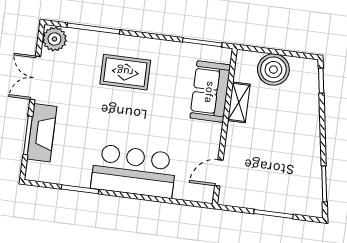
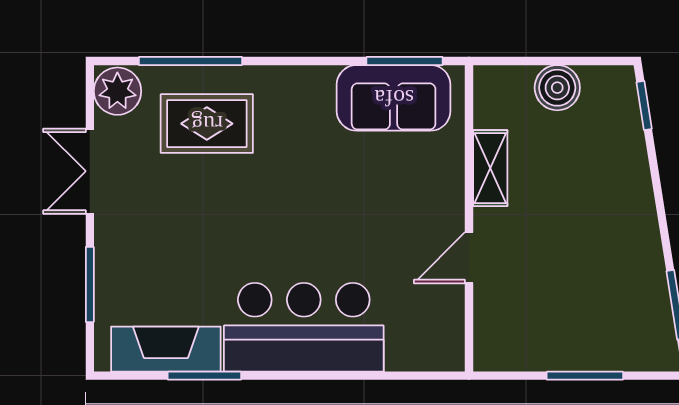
boiler: (273, 70) -> (557, 88), width x0.73, depth x0.73
rug: (125, 72) -> (207, 124), moved
sofa: (210, 92) -> (394, 98), moved, turned -90
fireplace: (42, 133) -> (166, 349), moved, turned -90
door: (219, 173) -> (469, 258), moved

